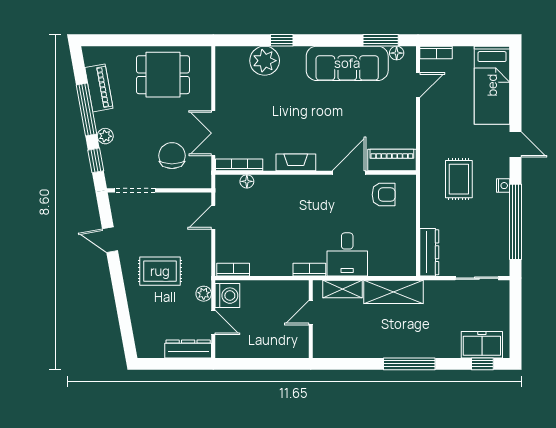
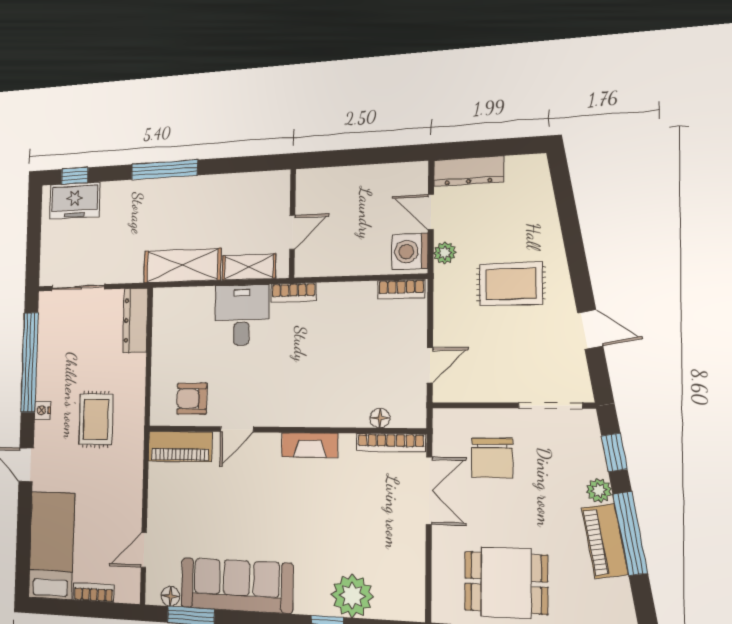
bookcase: (436, 52) -> (94, 592), moved
piano: (99, 88) -> (605, 541), moved
door: (349, 173) -> (237, 429), width x0.73

